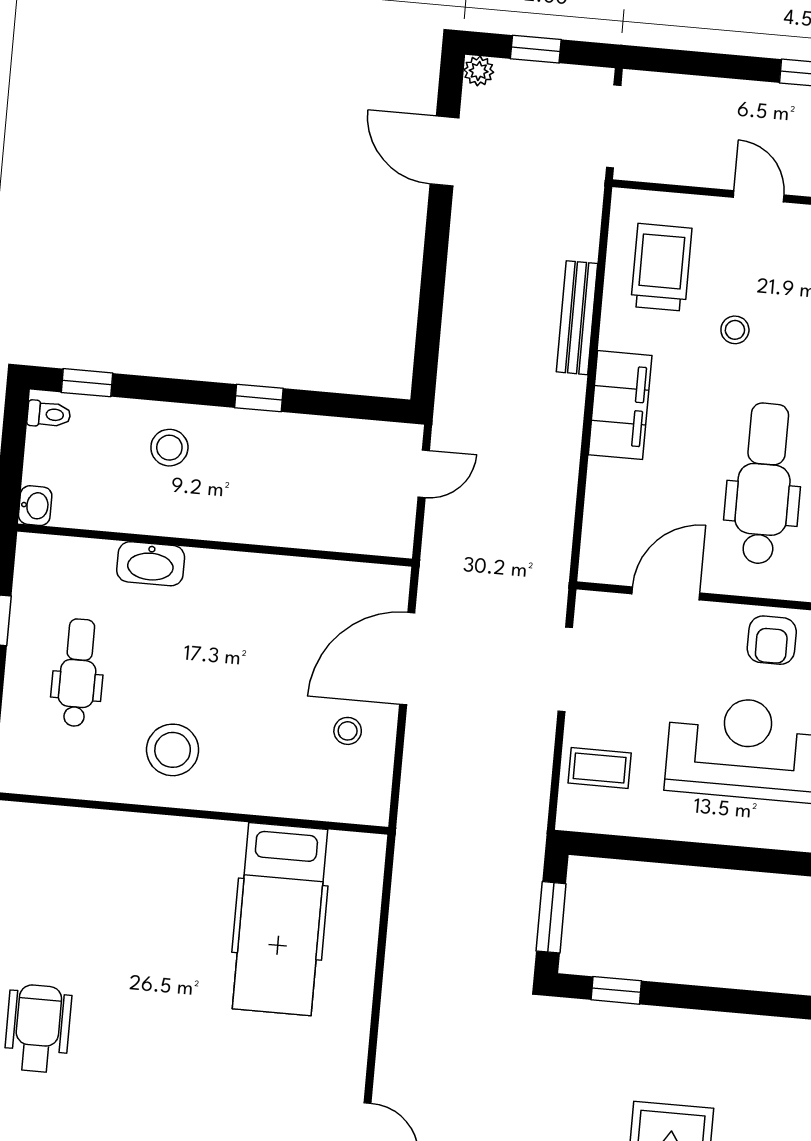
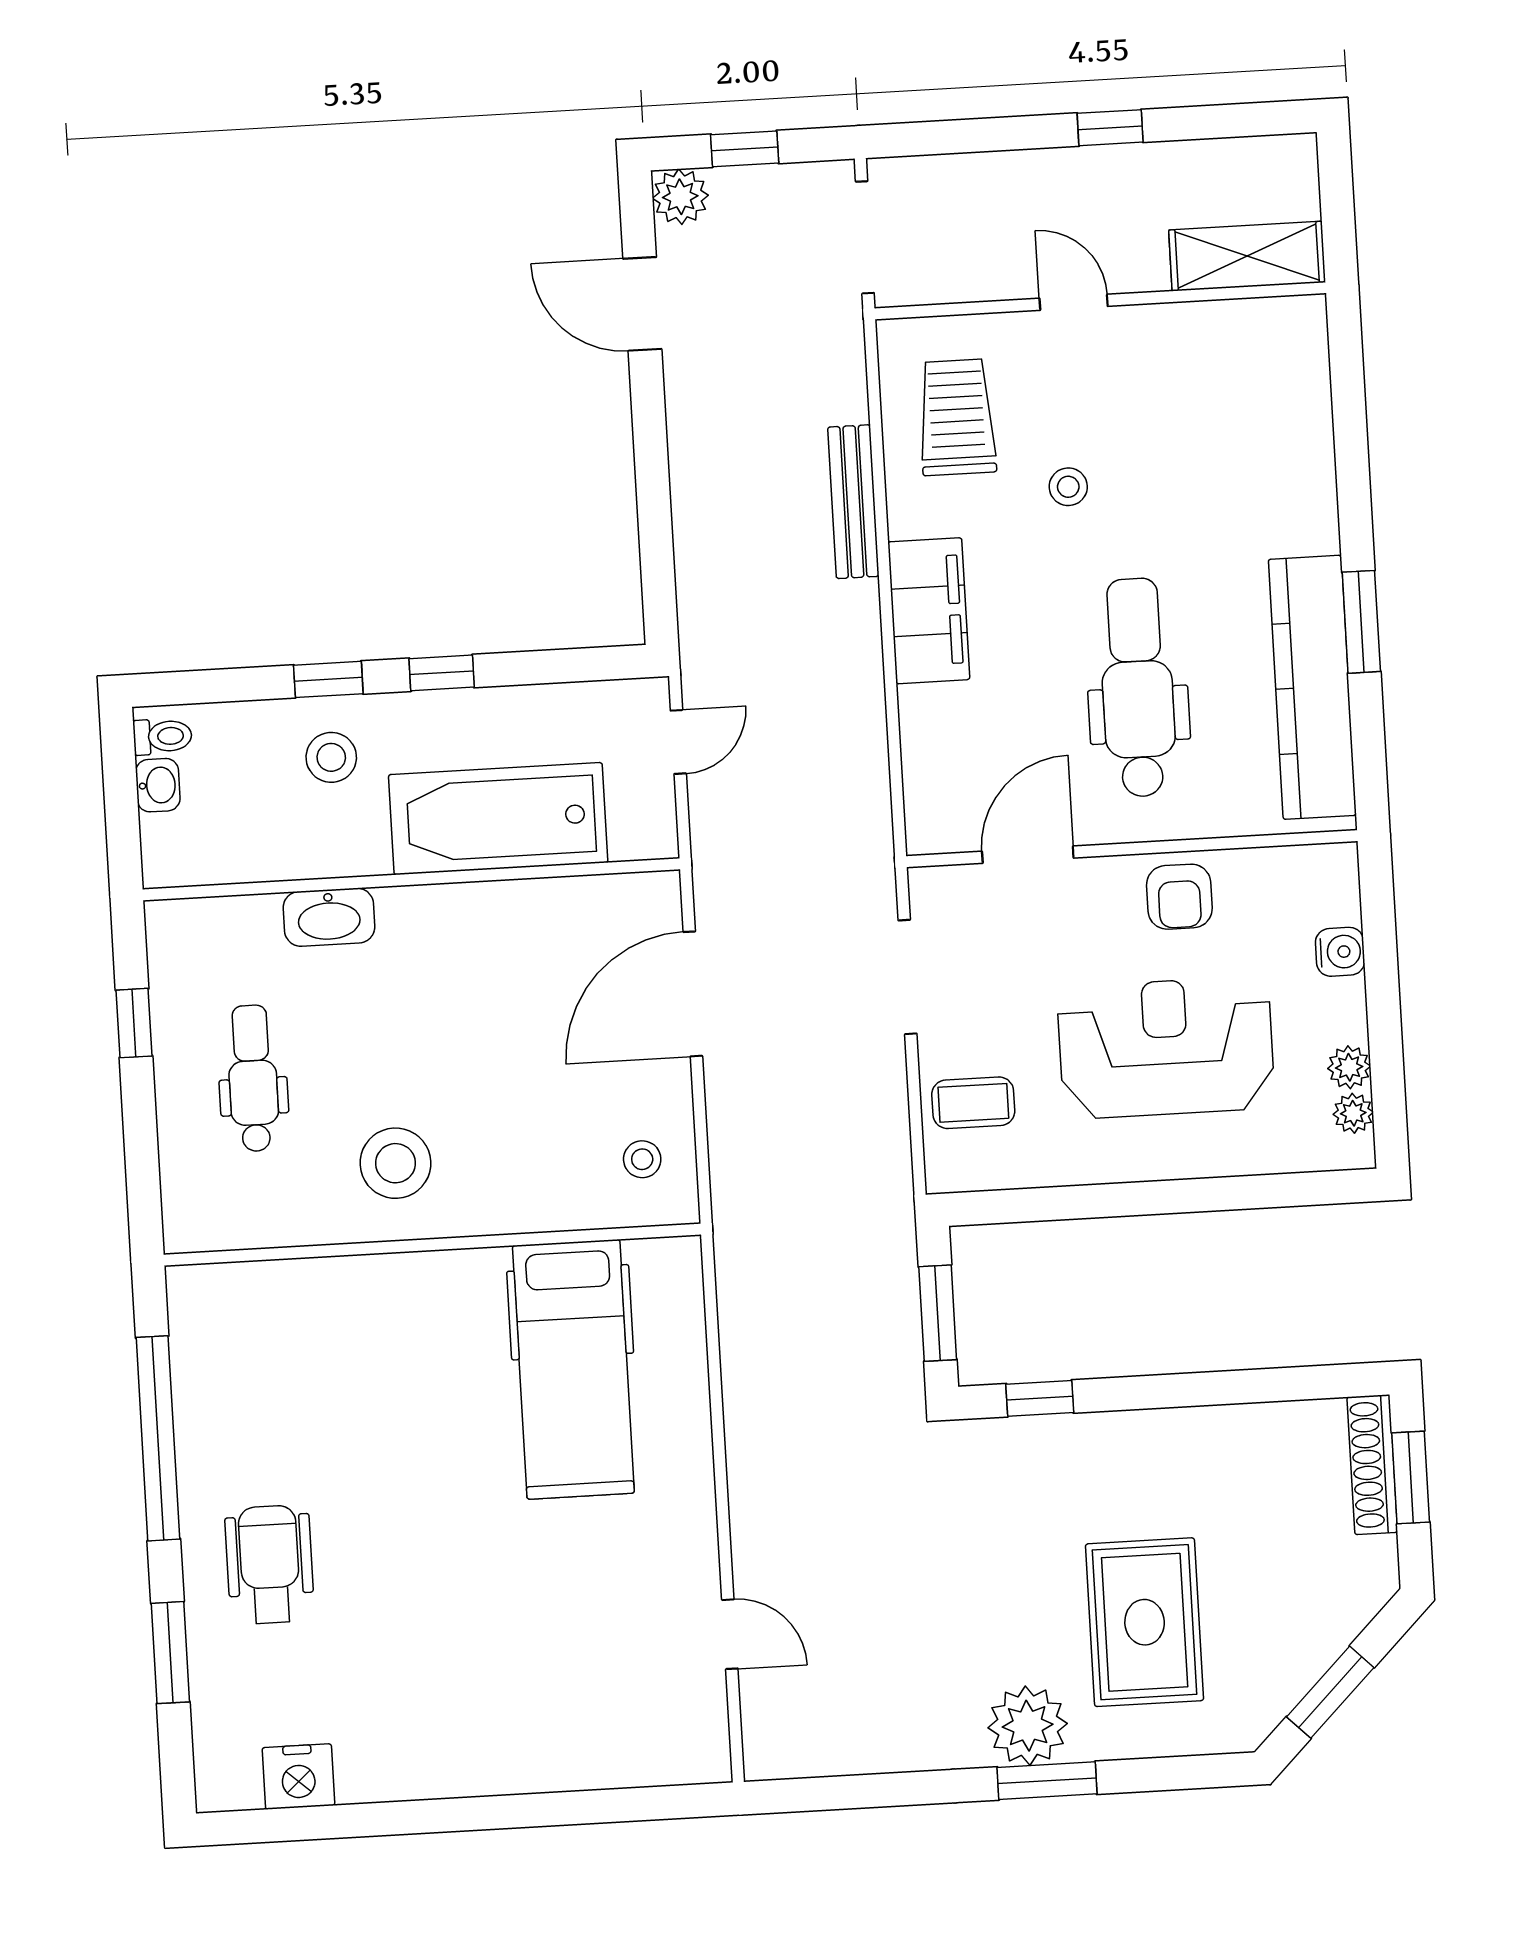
plant: (479, 71) -> (680, 197), width x1.38, depth x1.38
window: (87, 383) -> (328, 679), moved
washbasin: (35, 506) -> (158, 785), moved
bathtub: (284, 510) -> (498, 819), added
stool: (348, 731) -> (642, 1159), moved

